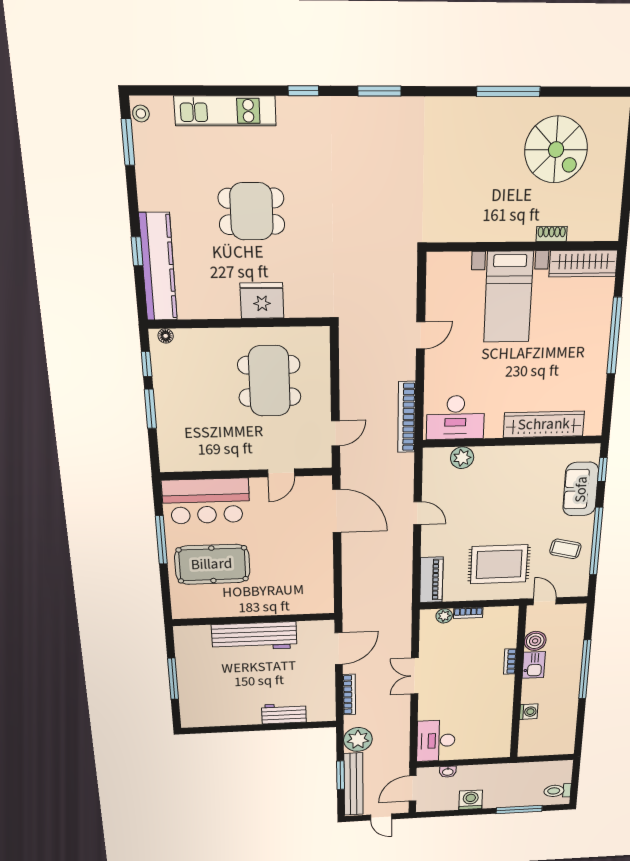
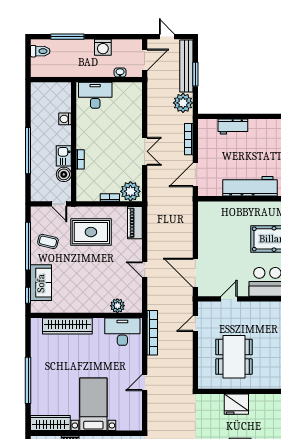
plant: (444, 616) -> (130, 191), width x1.88, depth x1.88
desk: (436, 741) -> (95, 95), moved, turned -90

